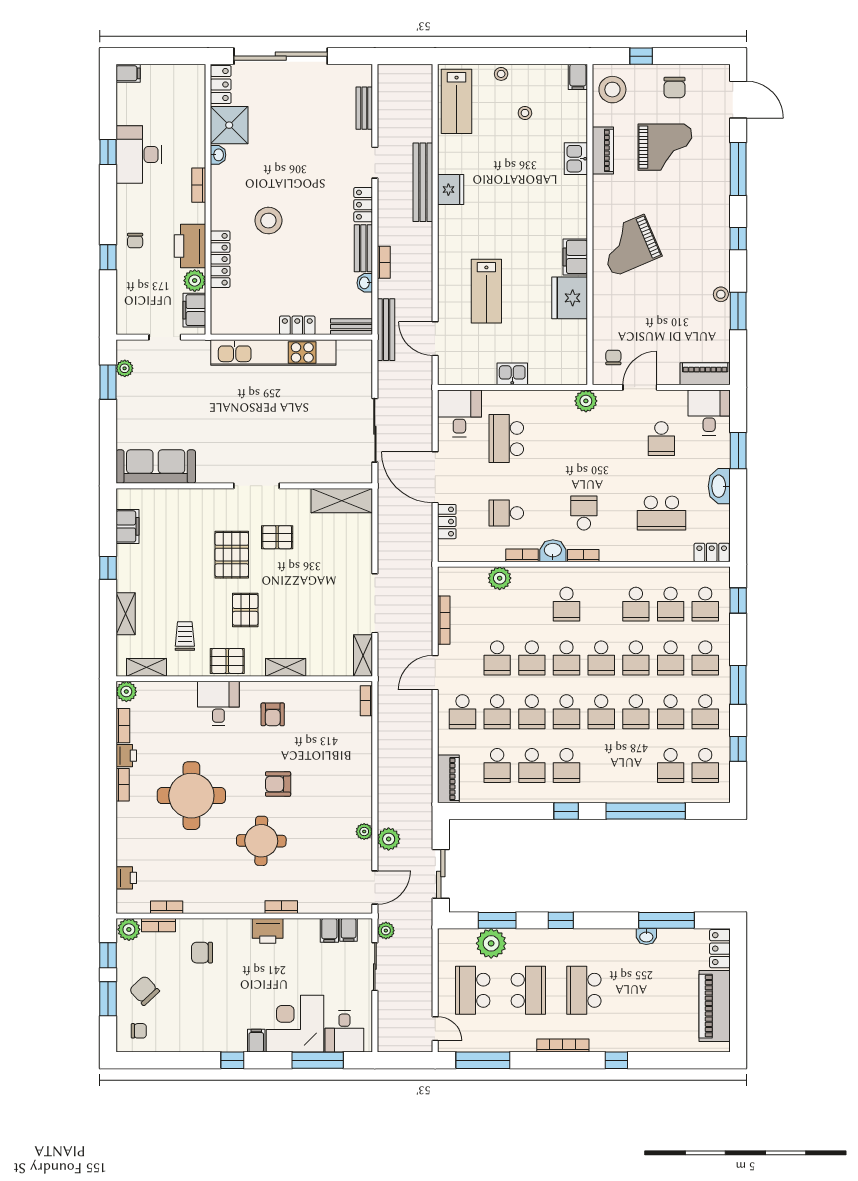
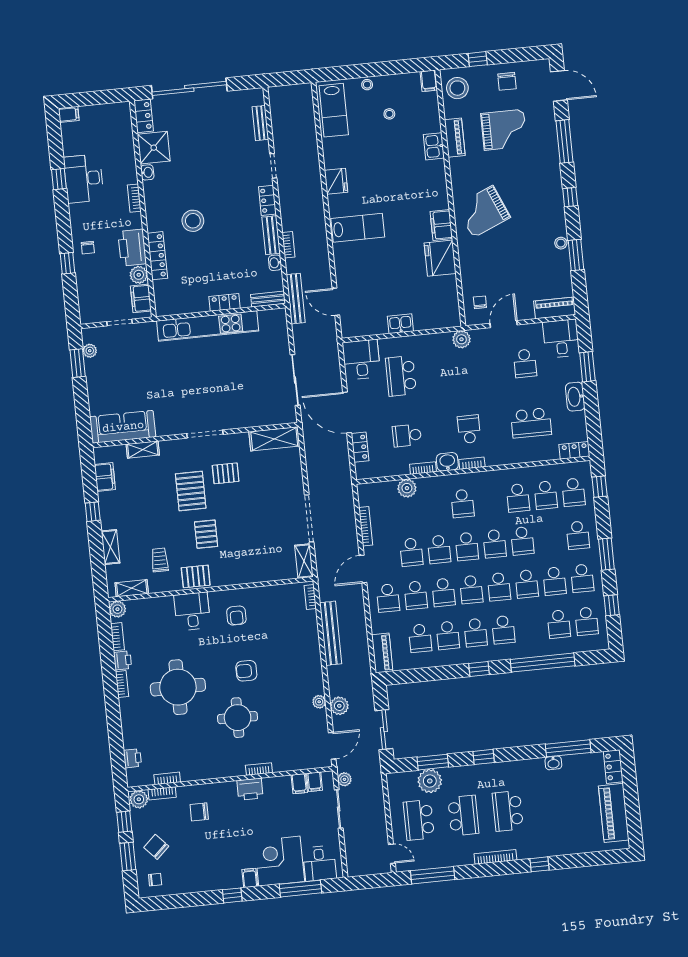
bench: (423, 182) -> (331, 633), moved
lab bench: (486, 291) -> (358, 228), moved, turned -90
school desk: (671, 658) -> (503, 630), moved
shelving: (286, 667) -> (143, 450), moved

